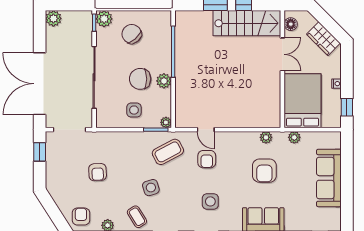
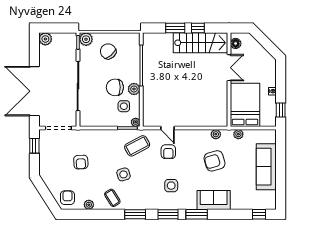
wardrobe: (323, 39) -> (262, 55), removed
side table: (134, 110) -> (124, 106), moved
armchair: (264, 171) -> (214, 161), turned 74

